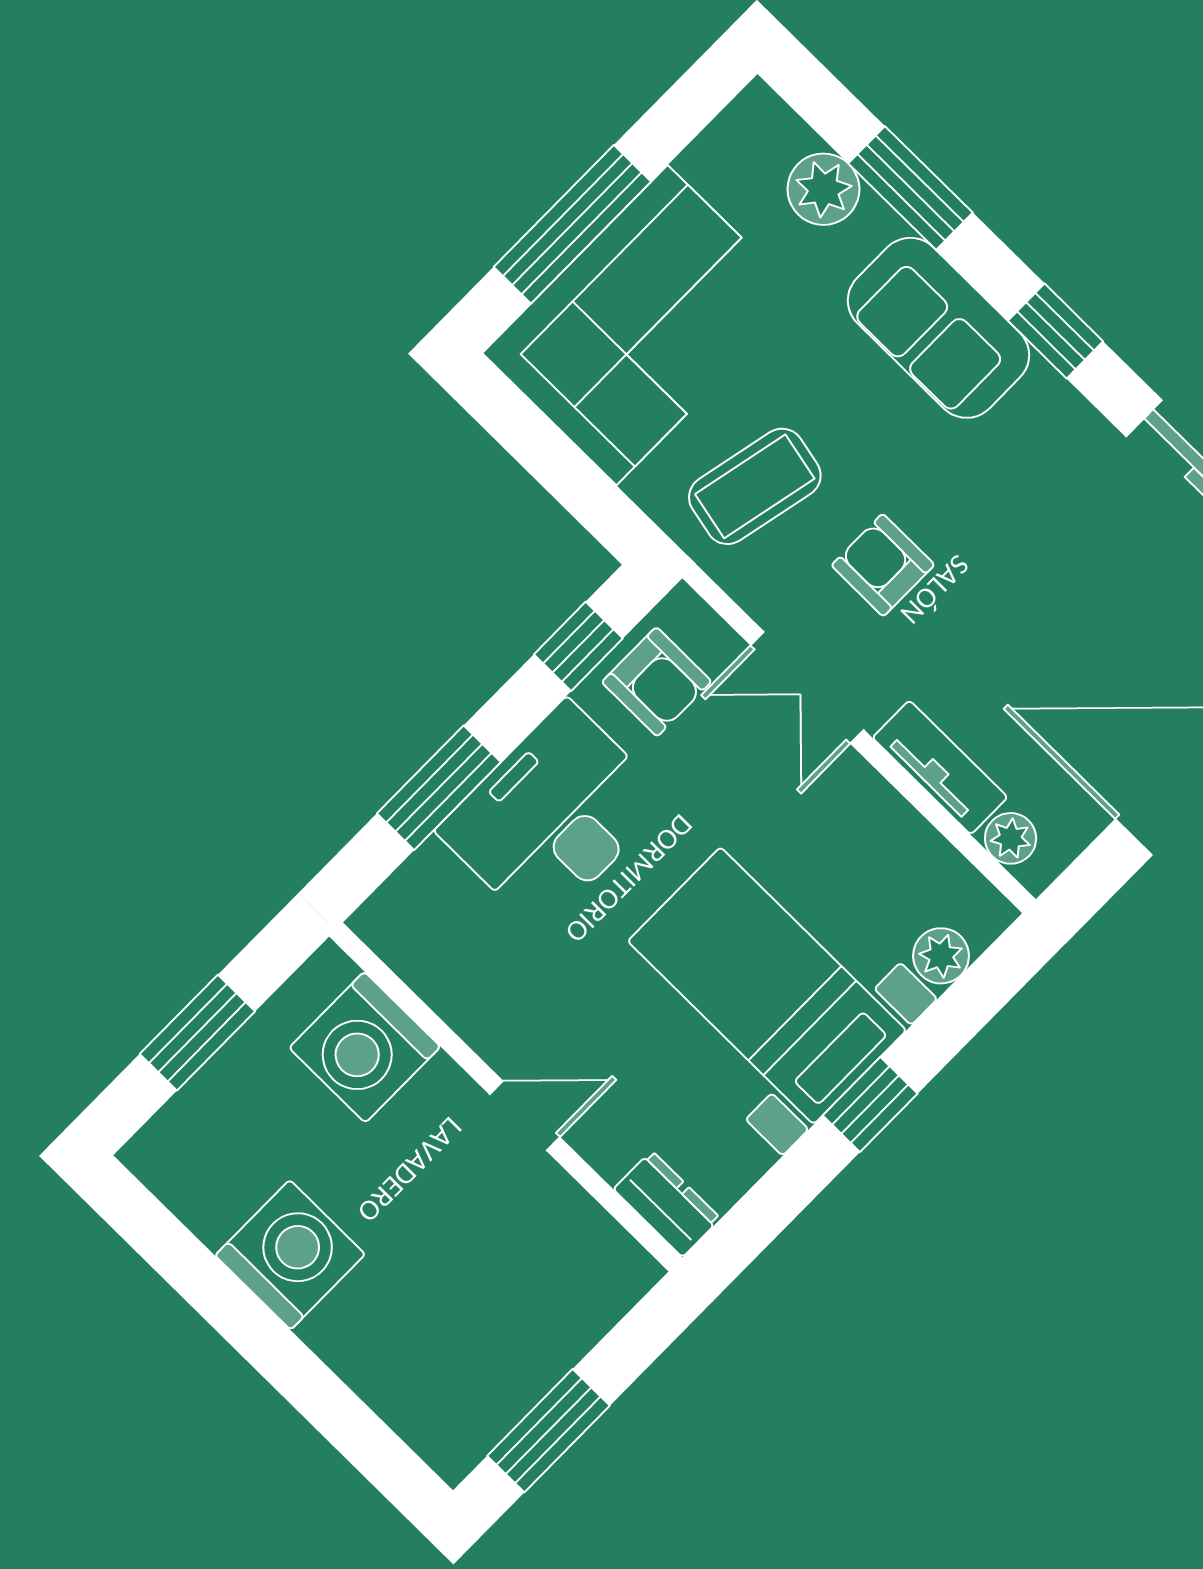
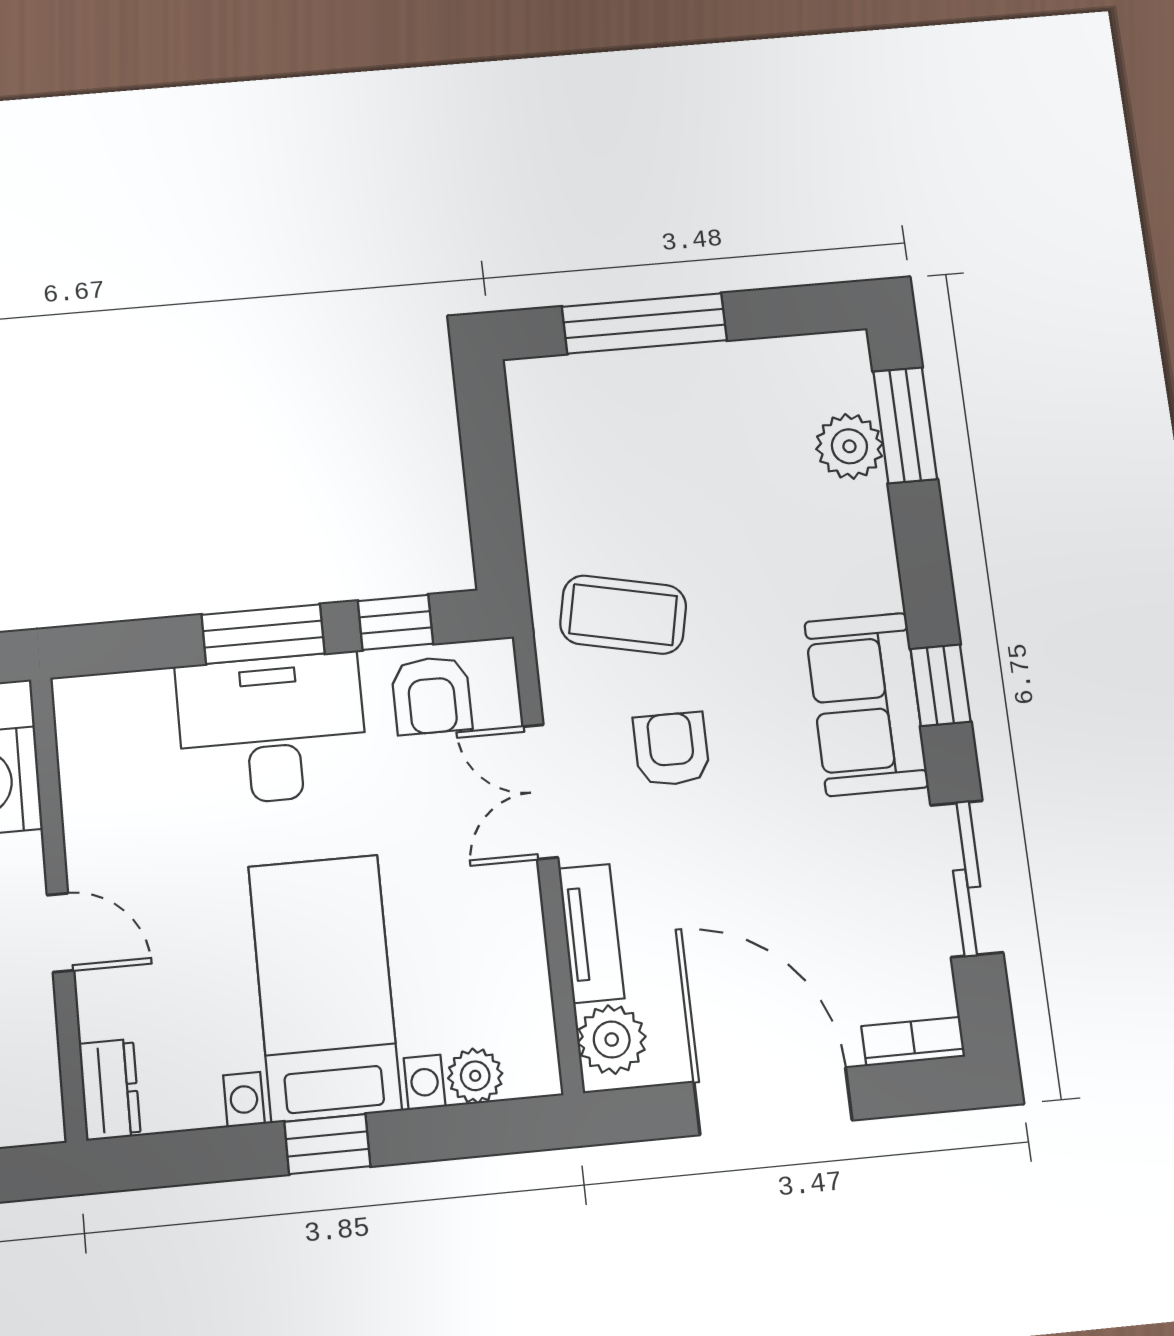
window: (910, 188) -> (905, 425), moved
corner sofa: (642, 325) -> (636, 434), removed
sofa: (938, 328) -> (866, 704), moved
window: (439, 788) -> (263, 634), moved
plant: (1011, 838) -> (612, 1040), width x1.38, depth x1.38

